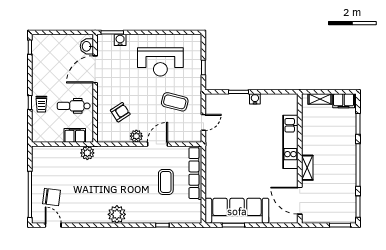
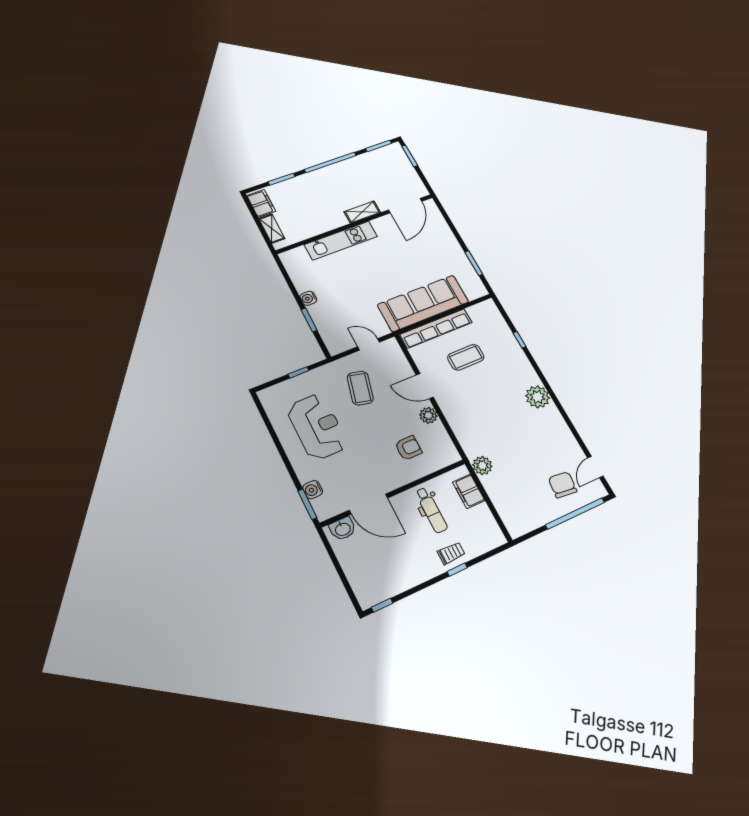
armchair: (120, 112) -> (408, 448), turned 123
sofa: (237, 211) -> (423, 303), moved, turned 90

